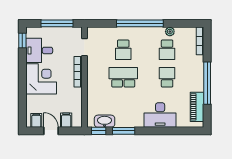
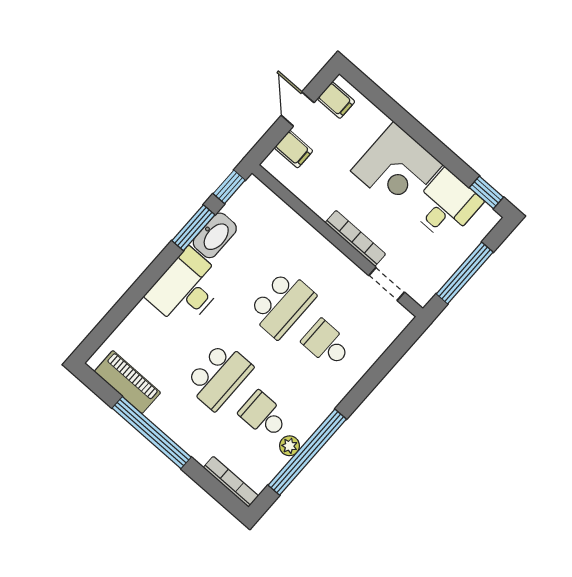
window: (140, 23) -> (307, 452), moved
school desk: (167, 77) -> (219, 376), width x1.85
desk: (160, 115) -> (186, 288), moved
washbasin: (105, 121) -> (215, 235), moved
door: (51, 131) -> (298, 109), swing flipped

